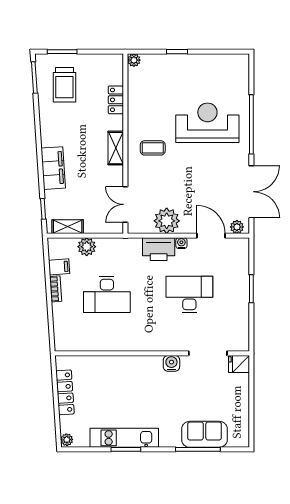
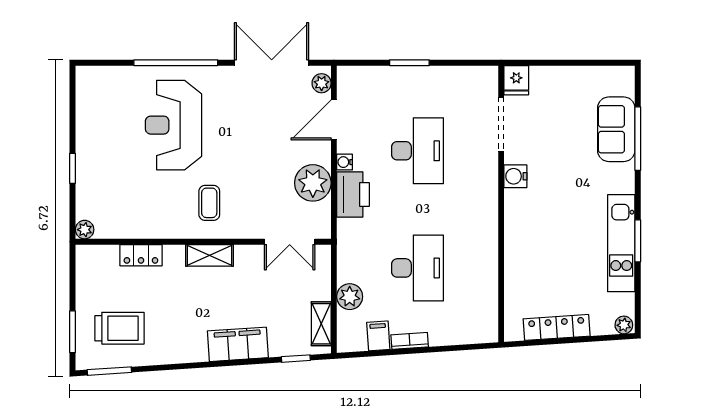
desk: (189, 294) -> (418, 151), turned 180

